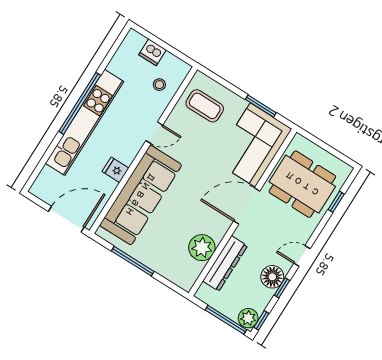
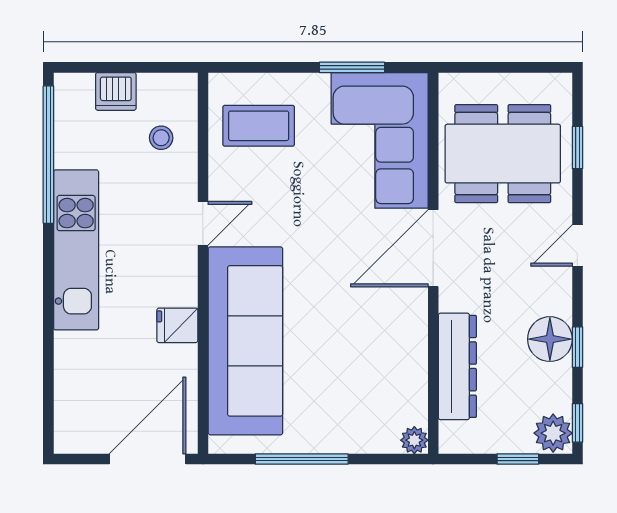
window: (80, 103) -> (48, 155), moved
kitchen unit: (84, 122) -> (76, 250), width x0.73
plant: (202, 248) -> (414, 440), moved, width x0.53, depth x0.53
door: (302, 256) -> (577, 245), moved
window: (226, 320) -> (518, 459), width x0.46

